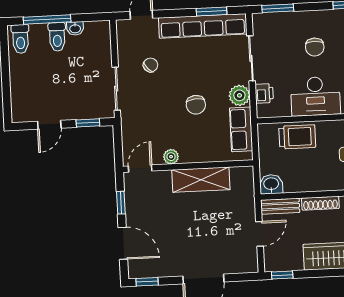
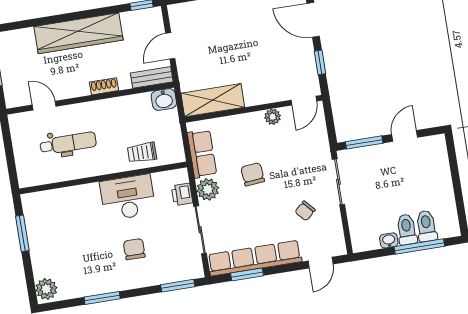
toilet: (20, 39) -> (426, 226), moved
window: (88, 123) -> (364, 142), width x1.50
trolley: (297, 137) -> (142, 153), width x0.73, depth x0.72
shelving: (201, 180) -> (213, 100), moved
shoe rack: (320, 203) -> (104, 86), width x0.70

